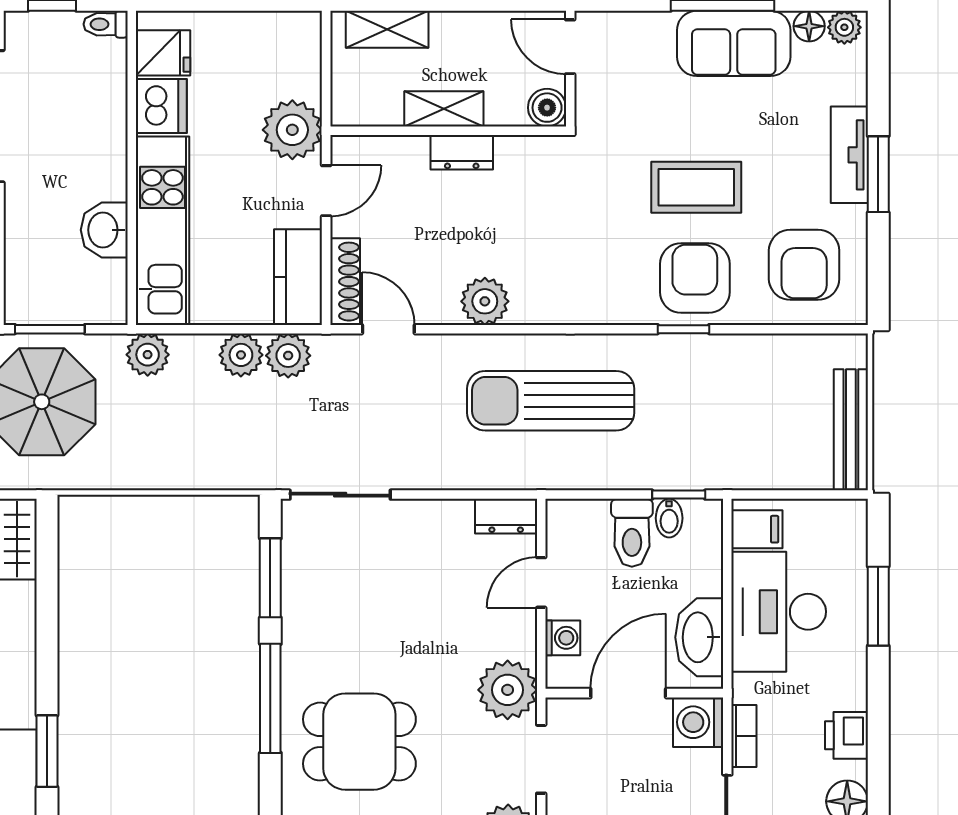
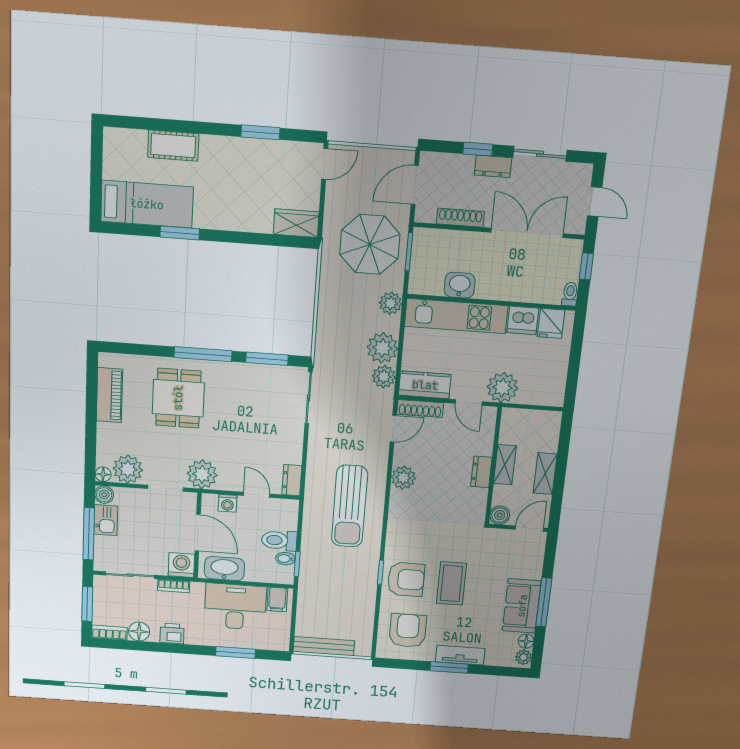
shelving: (387, 29) -> (545, 474), moved
armchair: (804, 265) -> (408, 631), turned 90
plant: (241, 355) -> (382, 348), width x1.36, depth x1.36
sun lounger: (551, 401) -> (350, 506), turned 180

